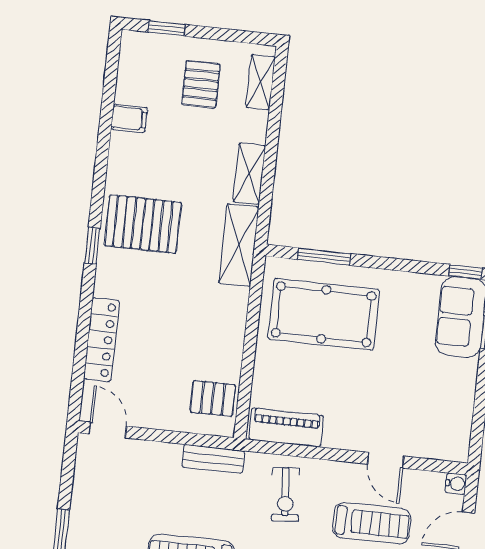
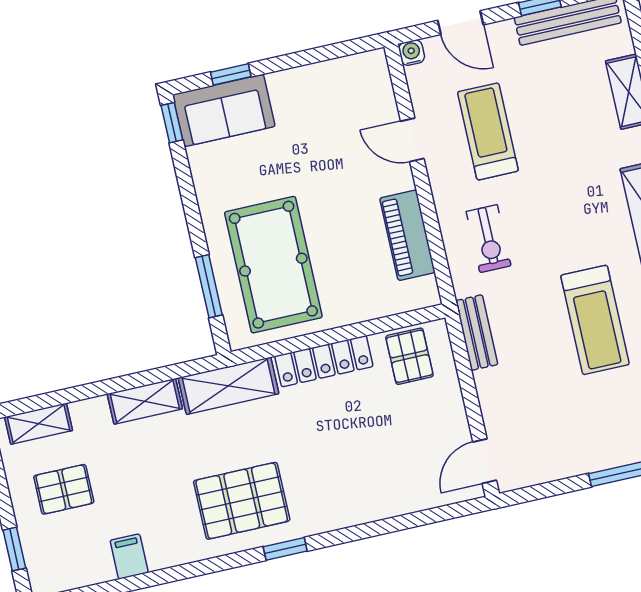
pallet: (143, 224) -> (242, 501), turned 90
locker: (101, 340) -> (324, 361), moved, turned 180
piano: (286, 427) -> (407, 235), moved
door: (386, 460) -> (412, 140), swing flipped
exercise bike: (285, 494) -> (489, 239), turned 95

